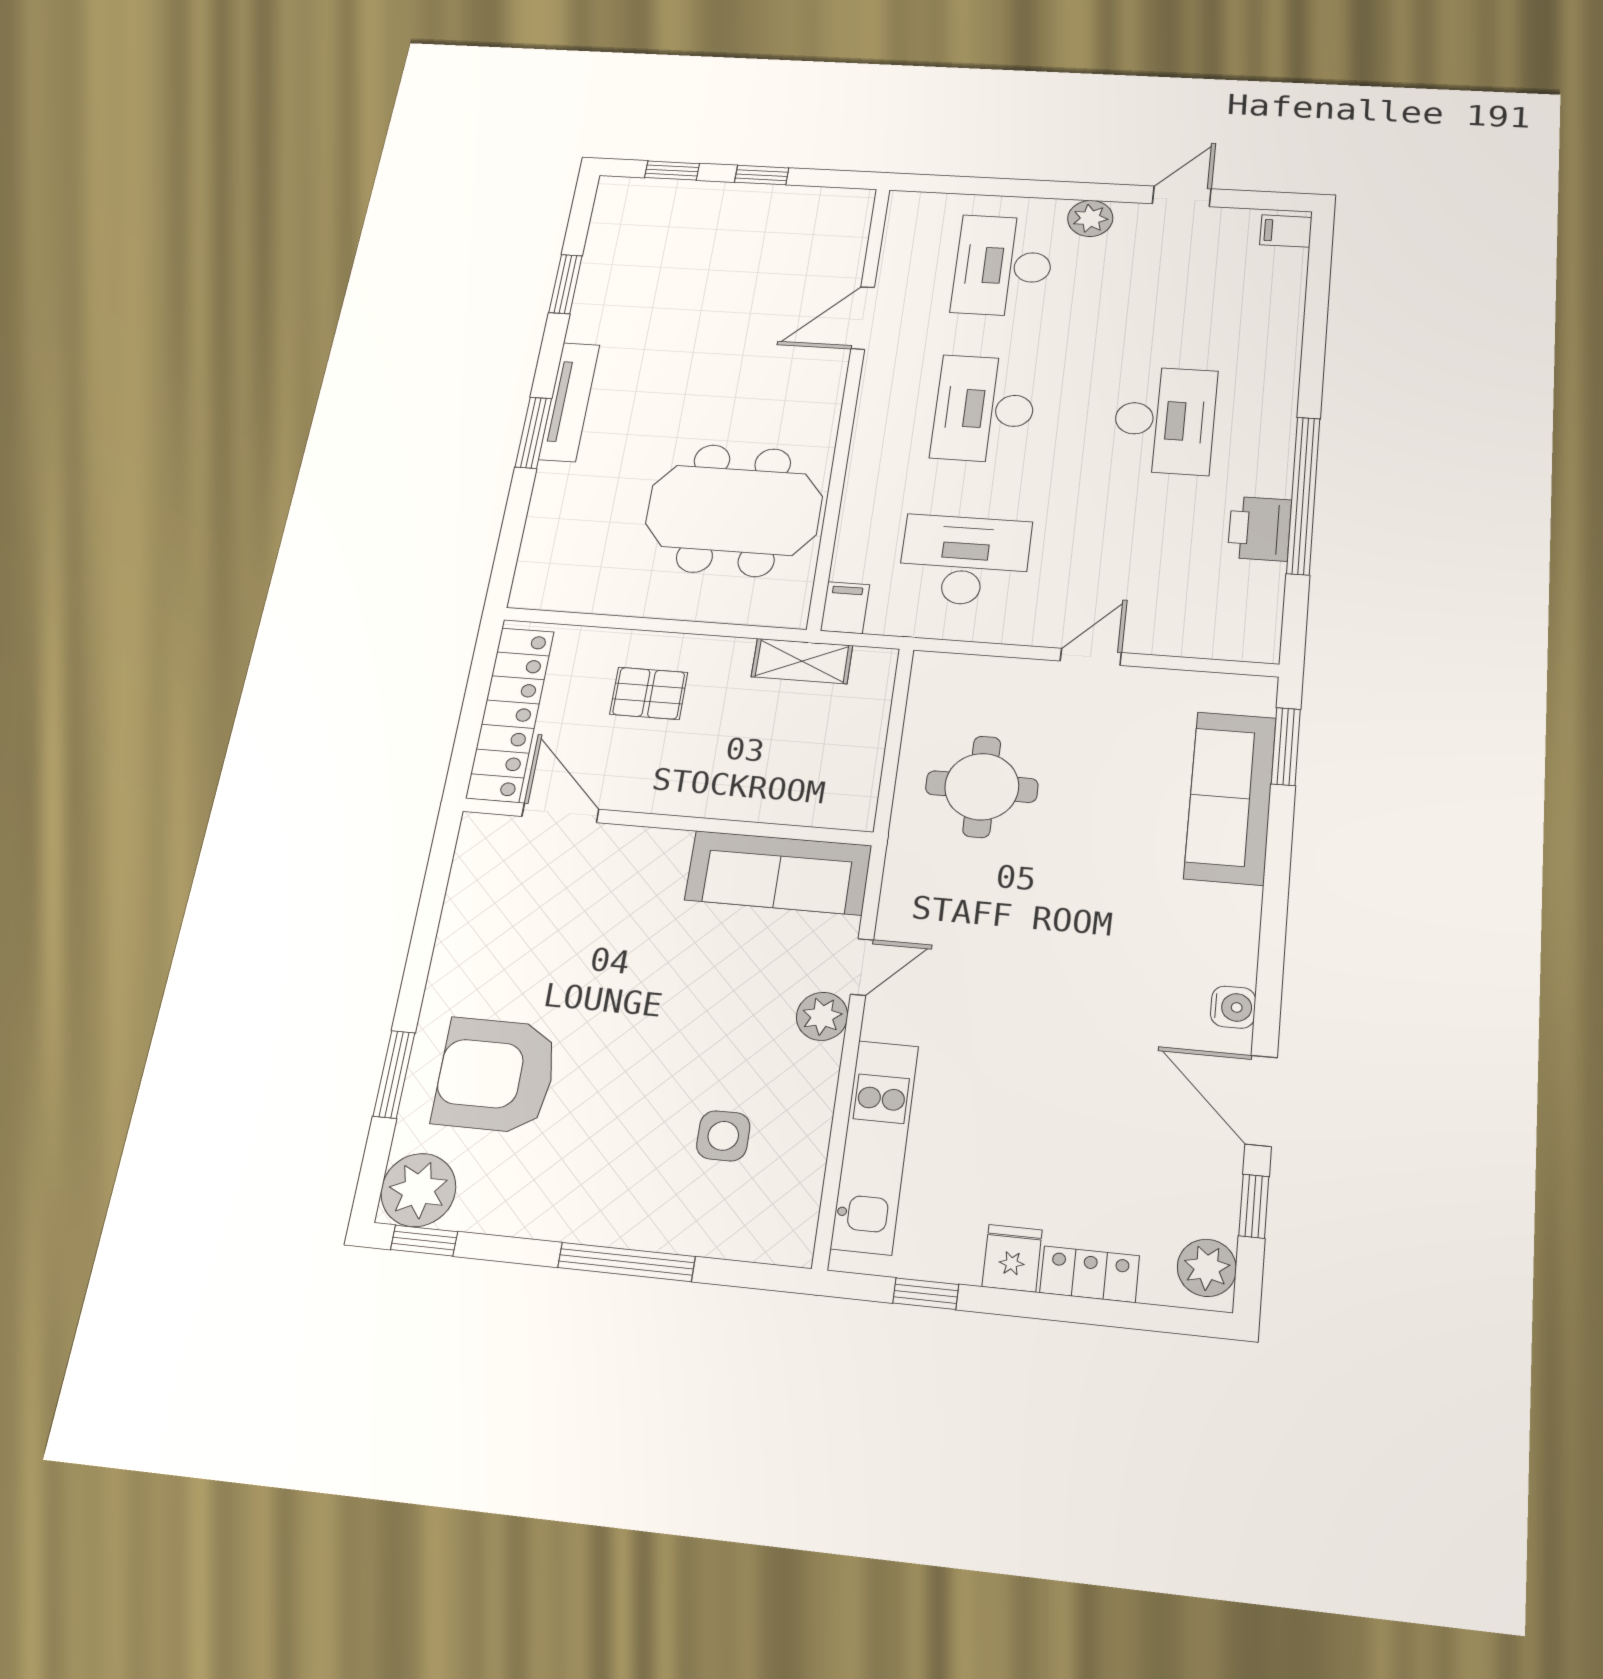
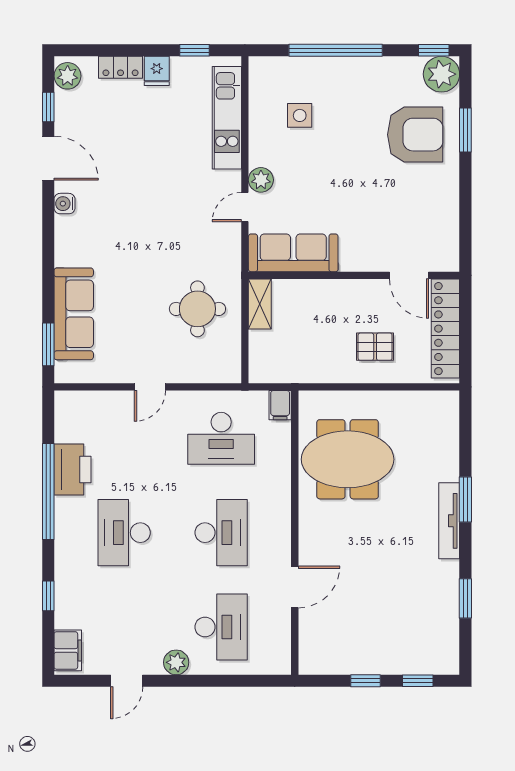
filing cabinet: (1286, 231) -> (68, 650), width x2.00
window: (1315, 330) -> (48, 596), added
printer: (1260, 529) -> (73, 469), width x1.37, depth x1.19
shelving: (802, 661) -> (260, 304), moved, turned 90
window: (626, 1262) -> (336, 50), width x1.46

